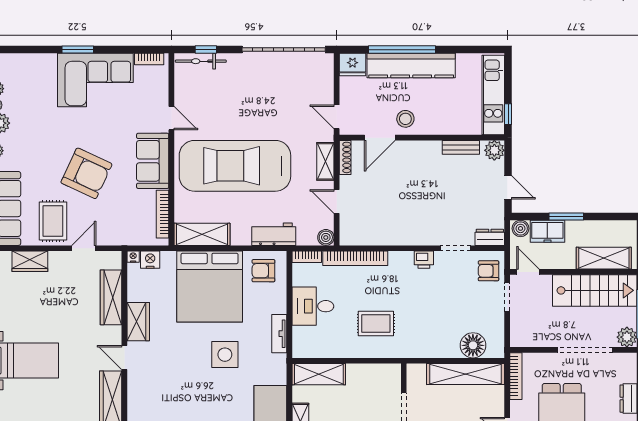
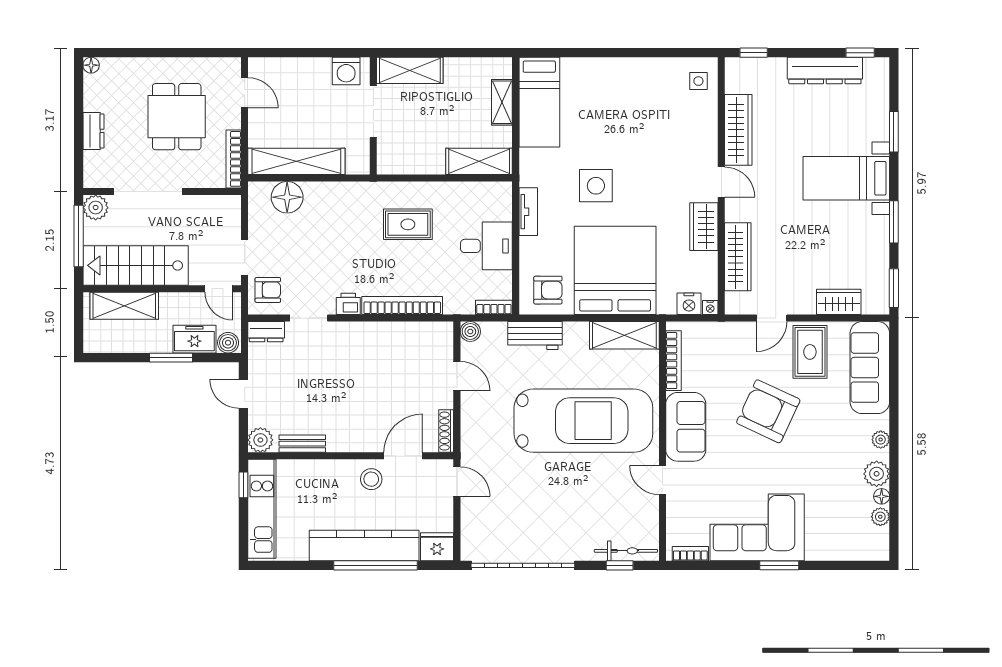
shelving: (325, 161) -> (471, 426), removed
bookcase: (355, 258) -> (402, 306), moved

